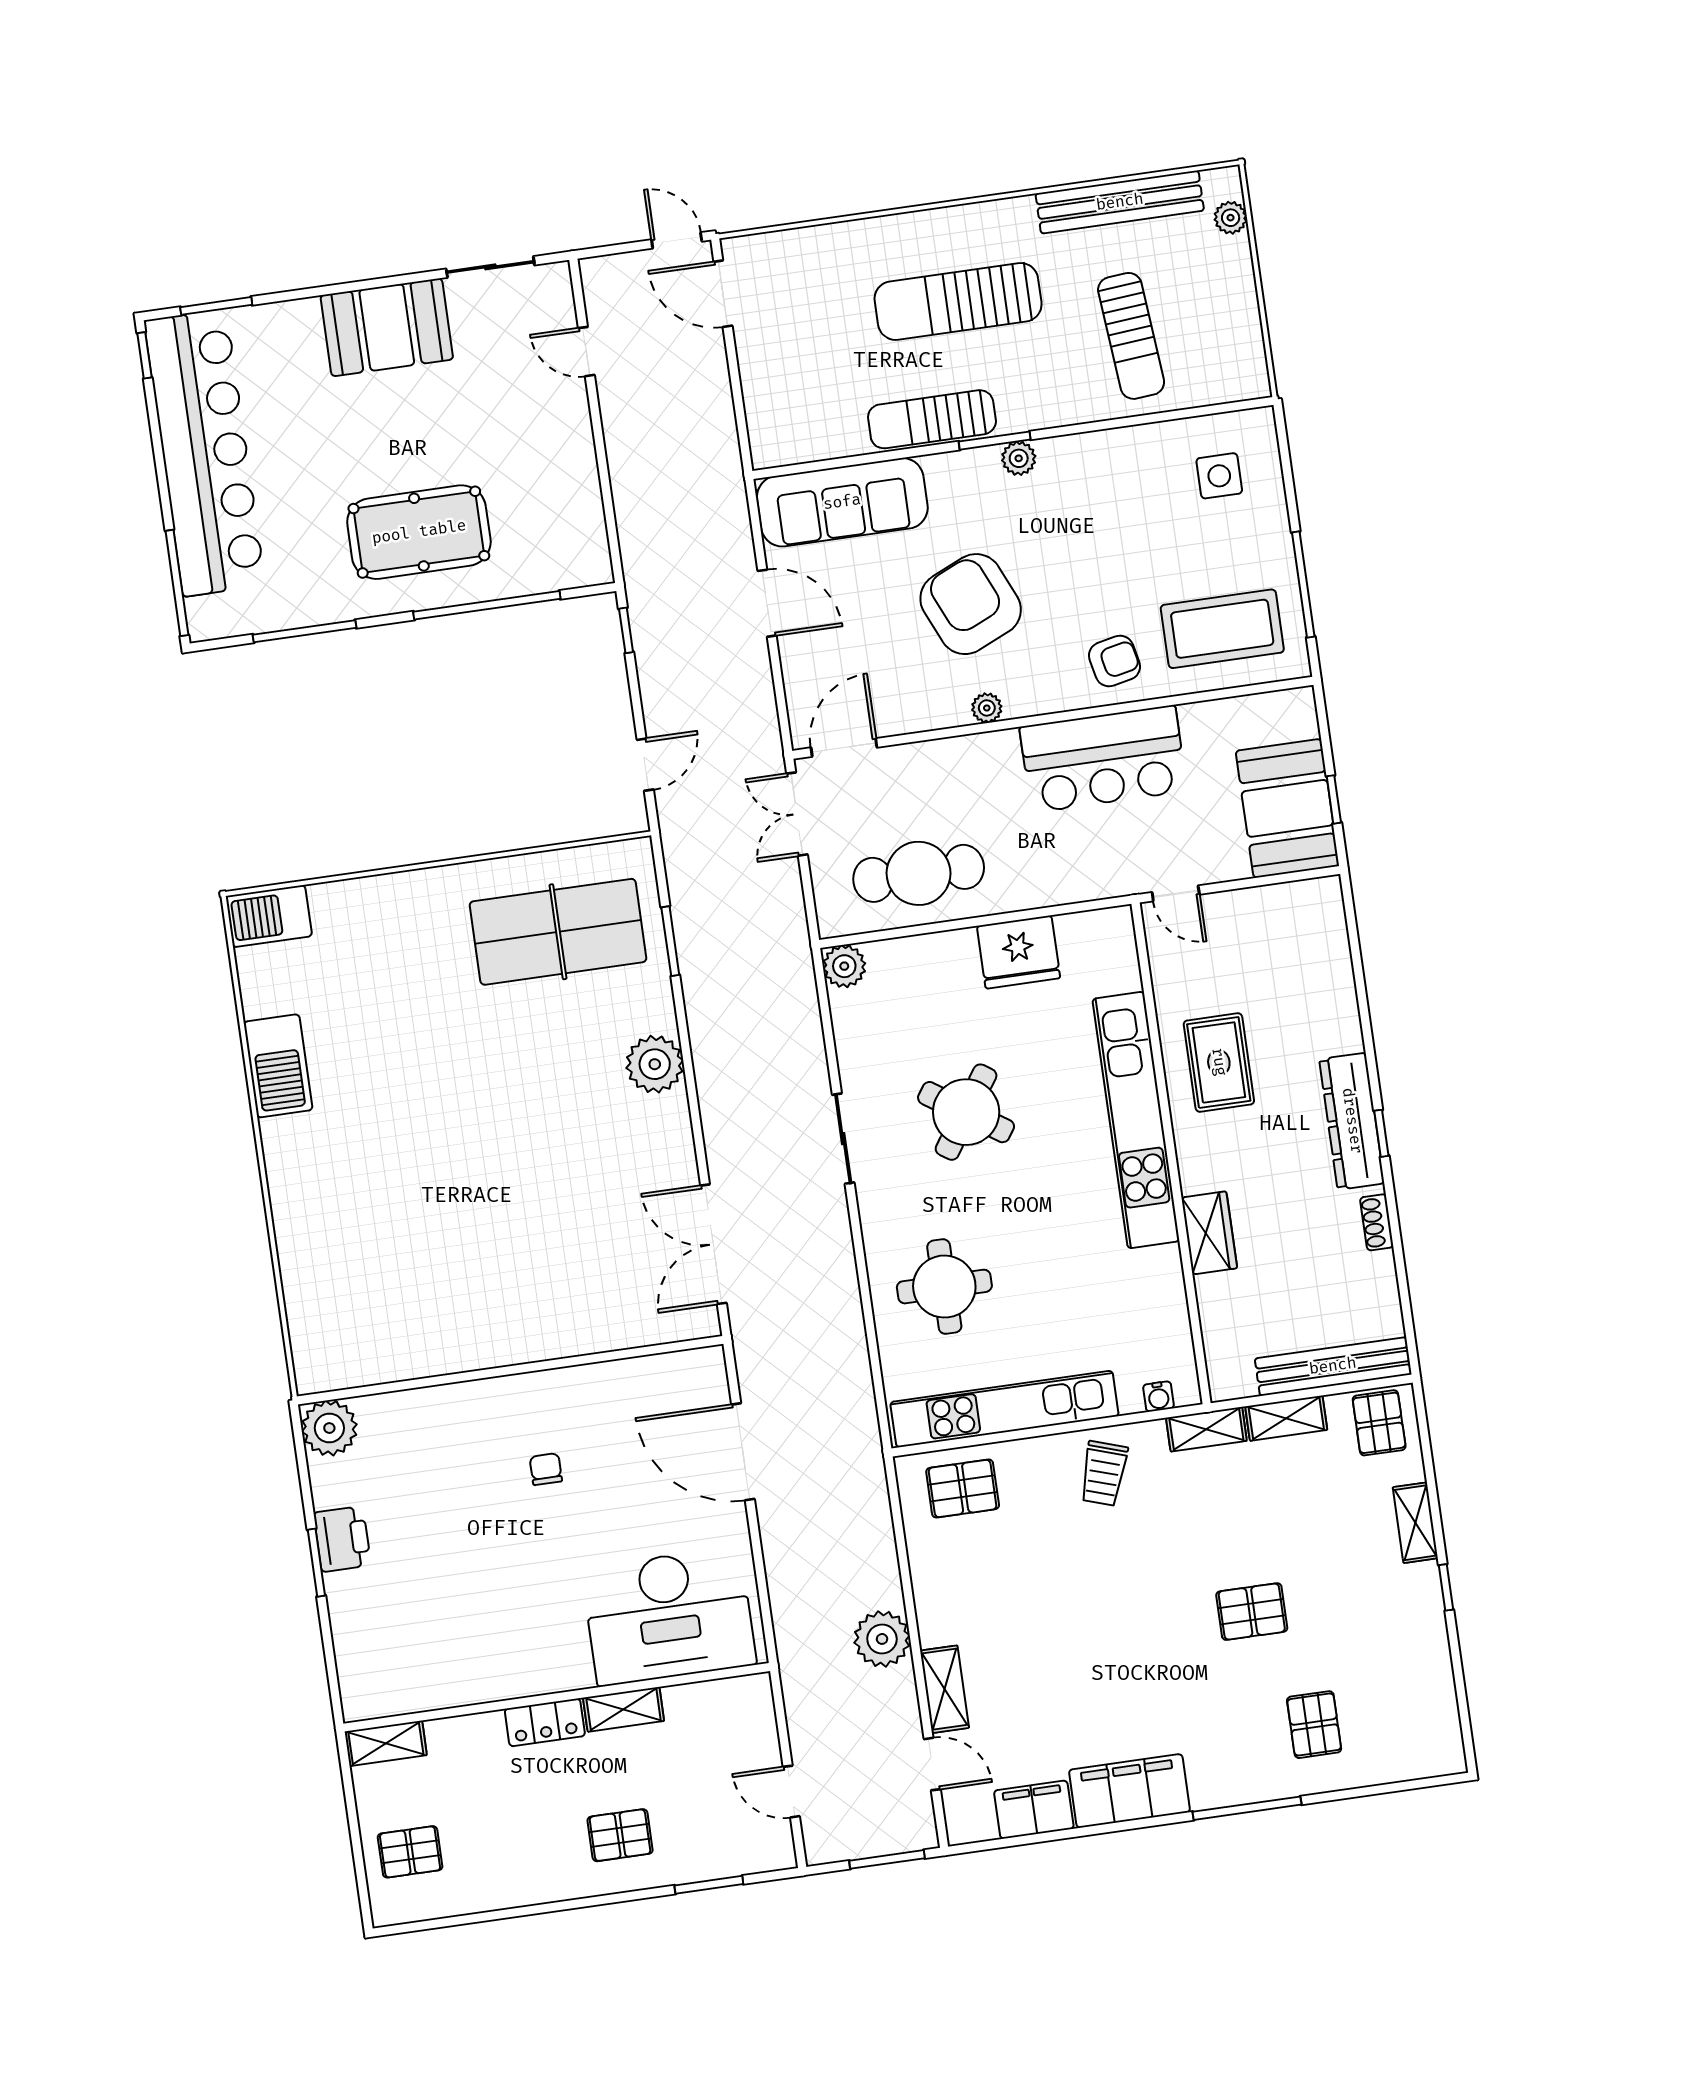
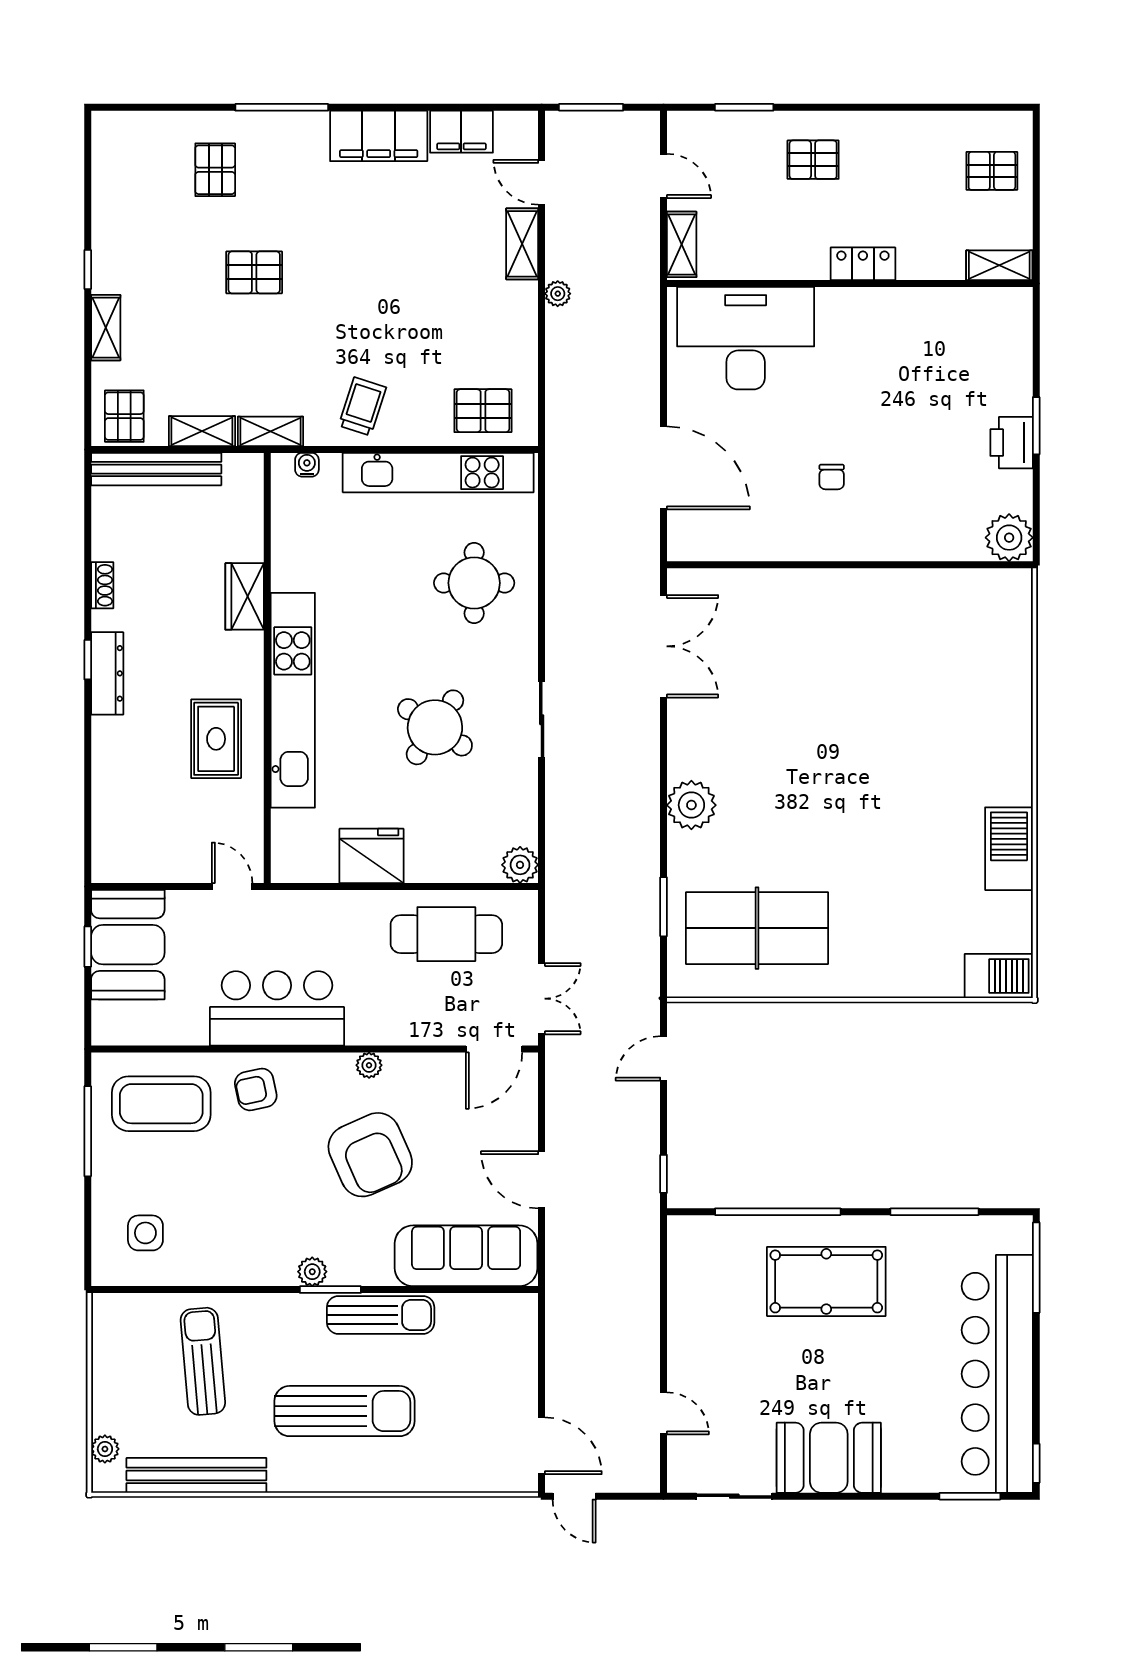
dresser: (1352, 1121) -> (107, 673), width x0.73, depth x0.80
plant: (882, 1639) -> (558, 294), width x0.53, depth x0.53
shelving: (624, 1709) -> (682, 244), moved, turned 90

